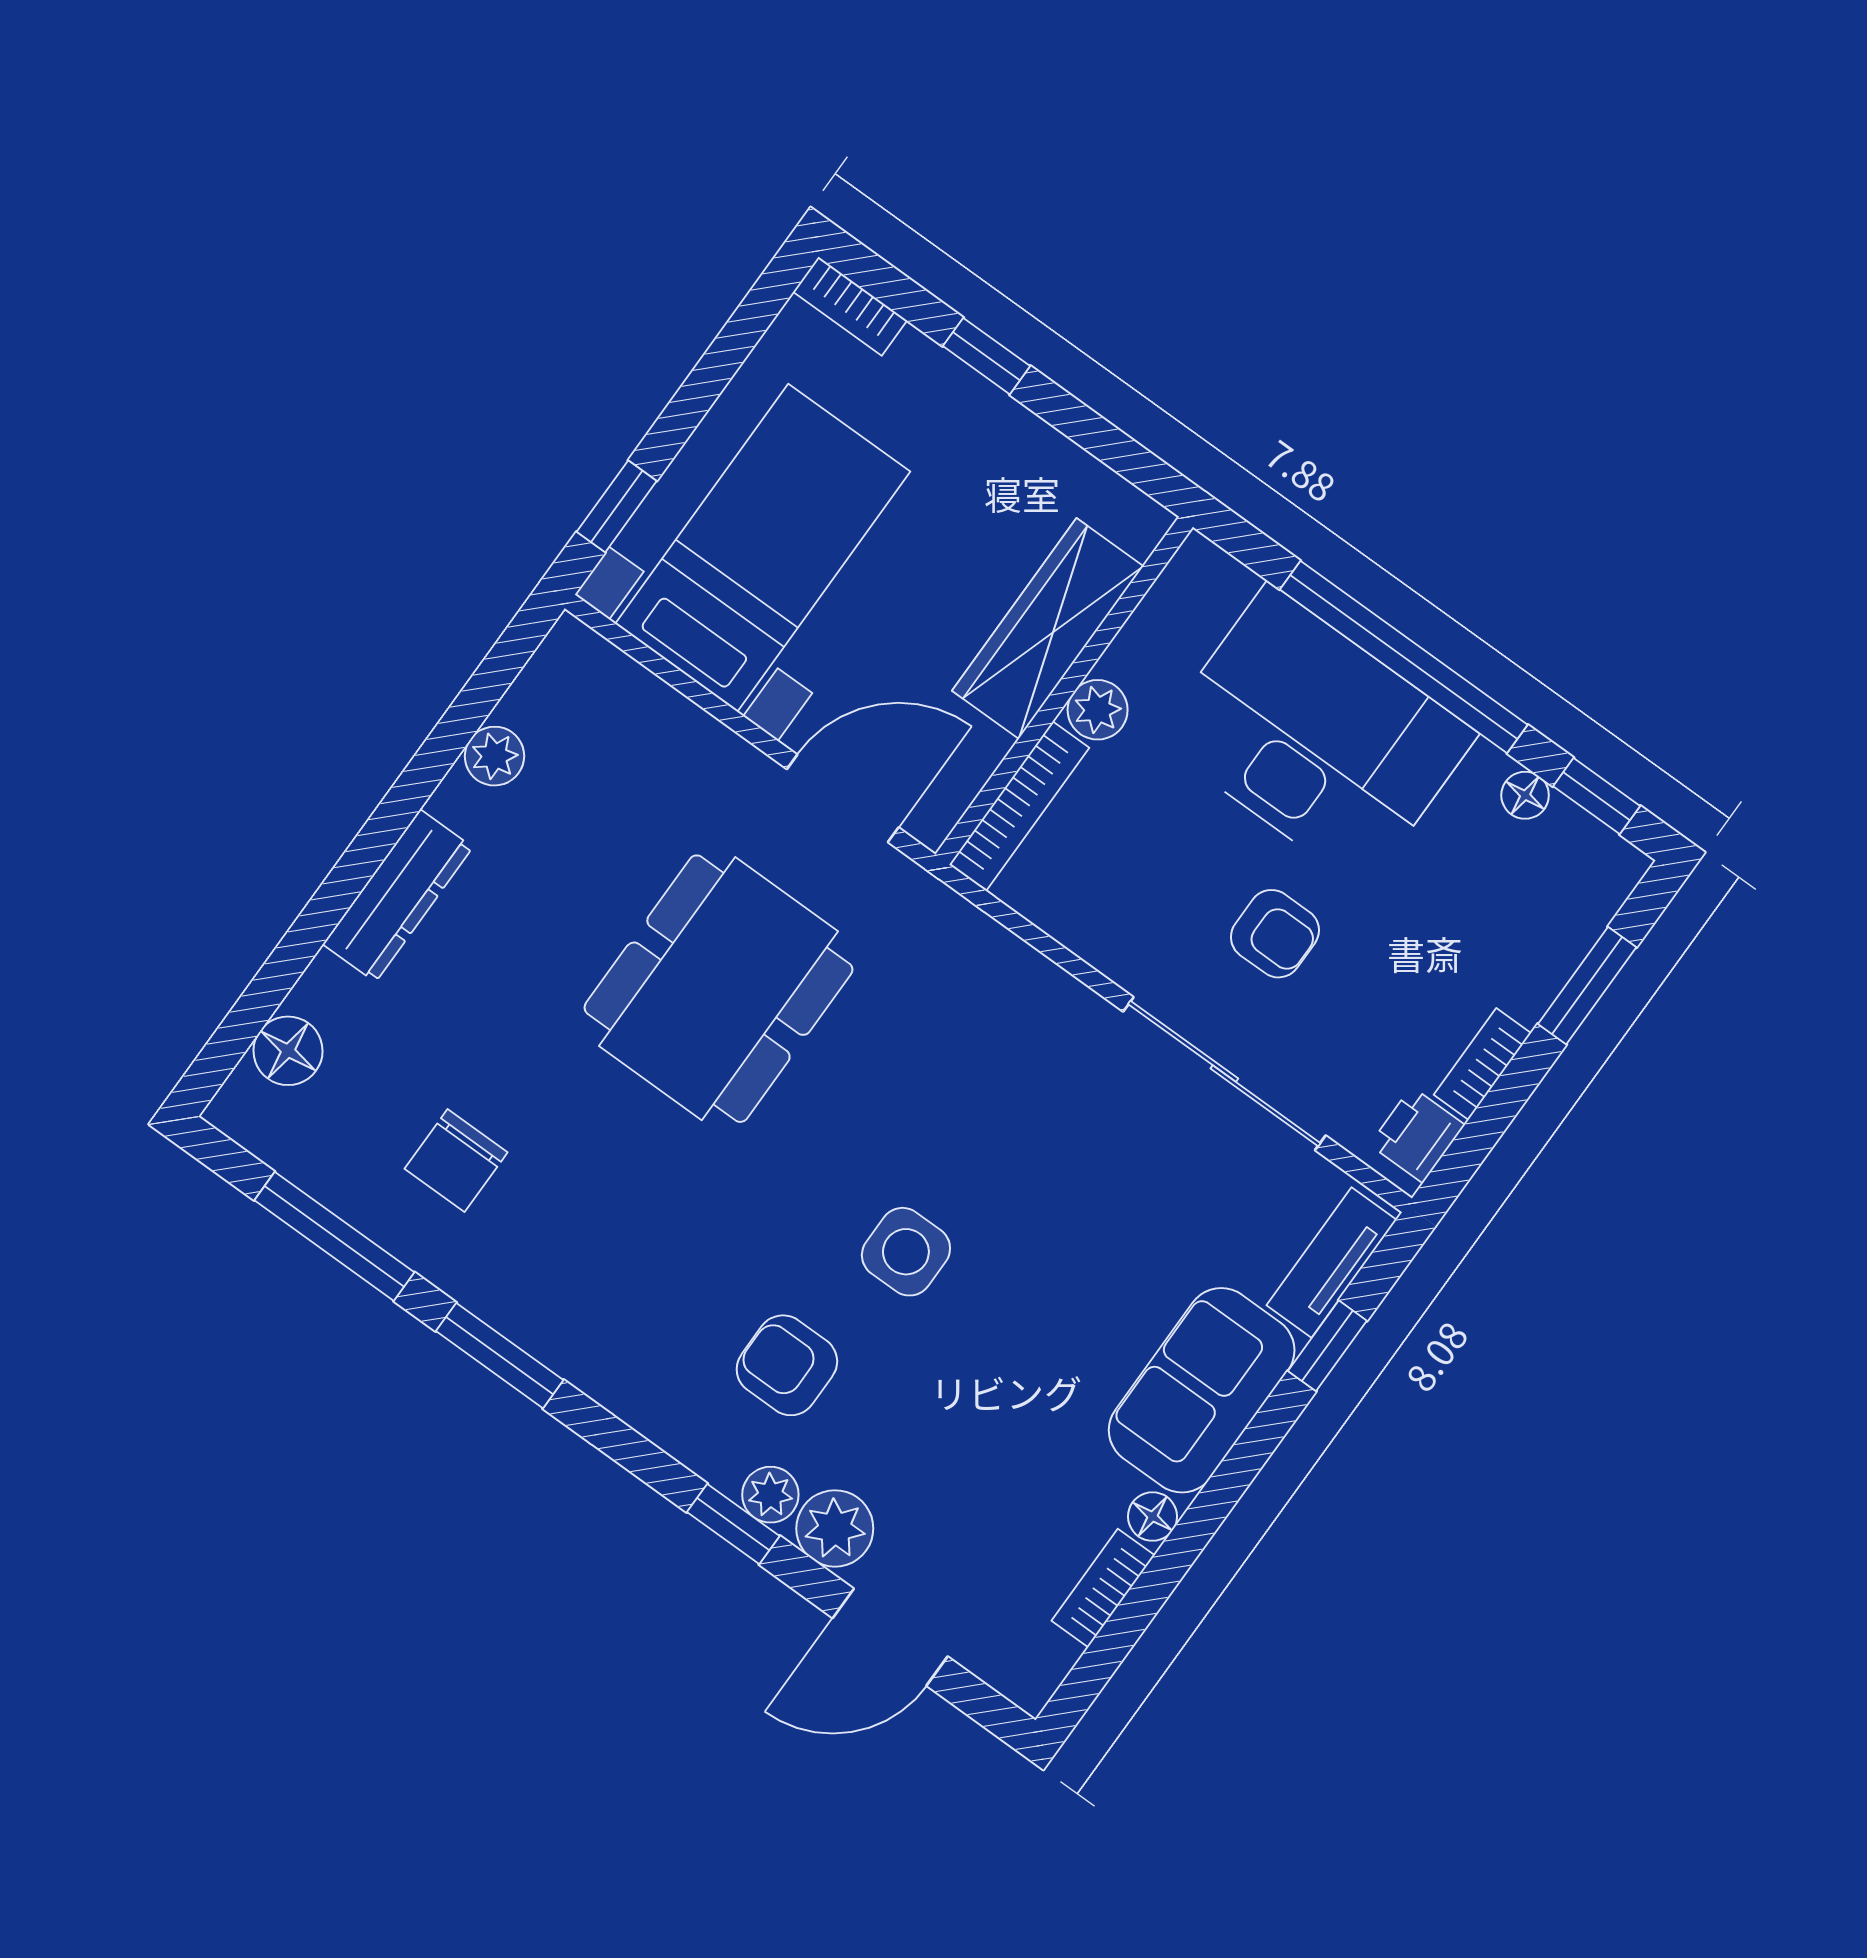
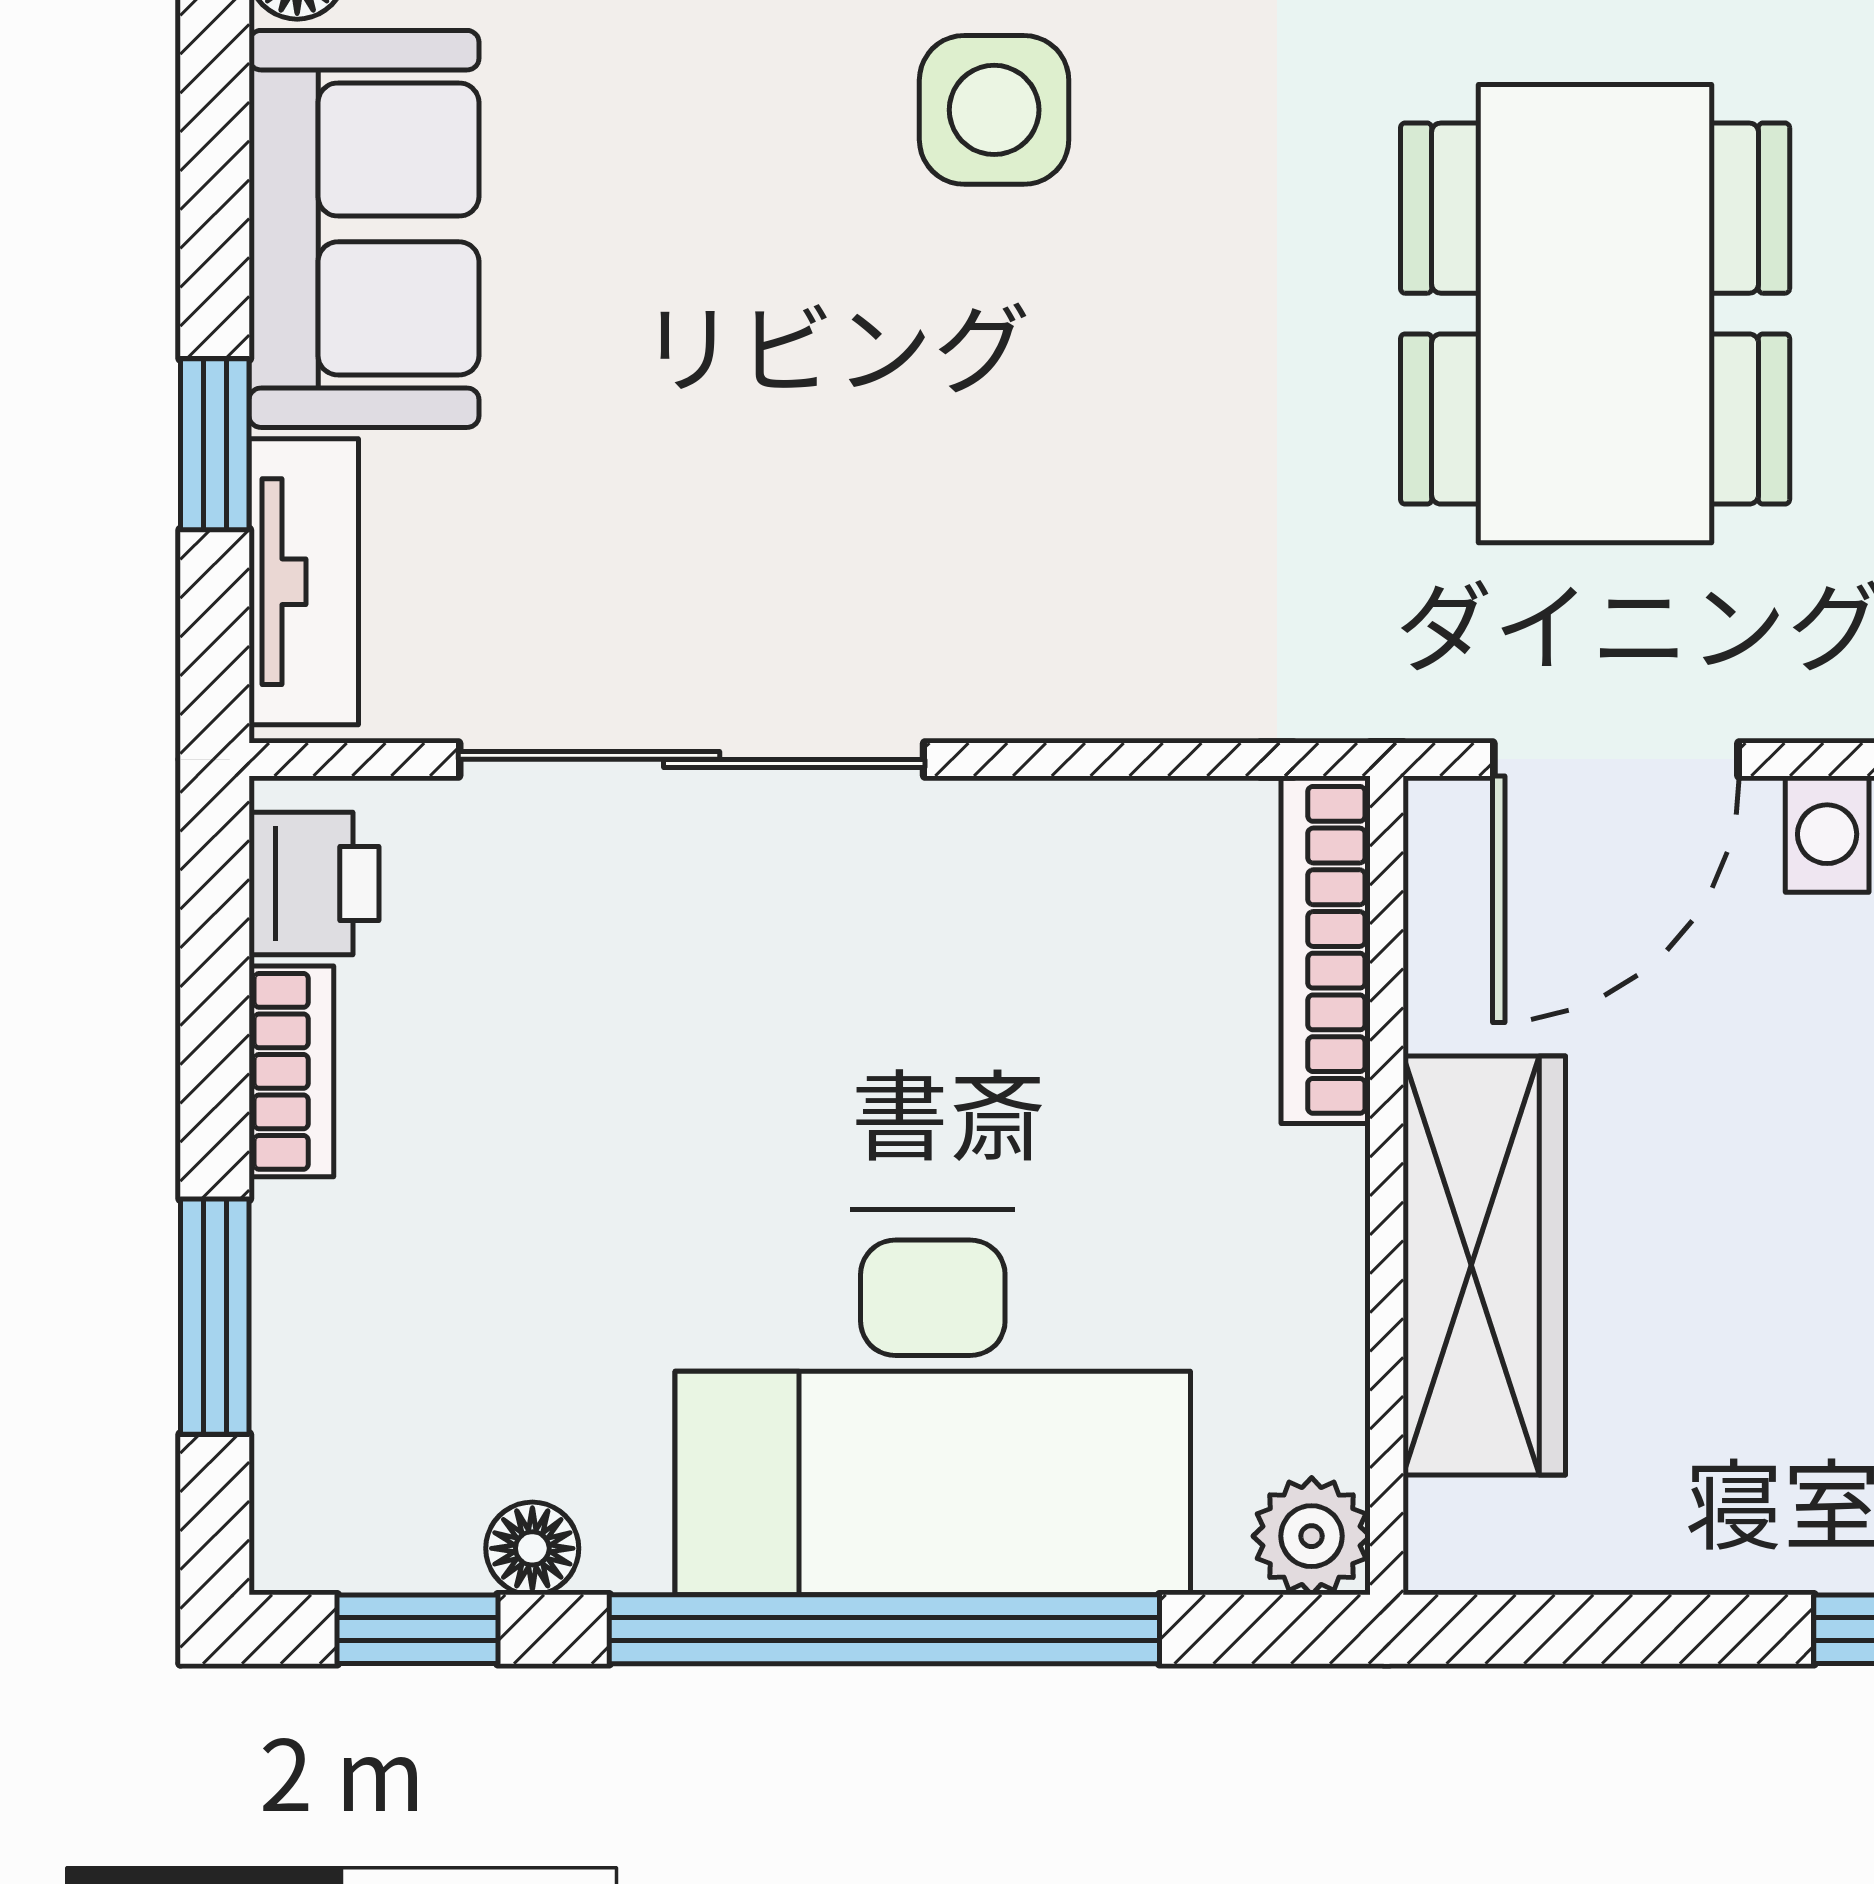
plant: (1098, 710) -> (1312, 1536), moved
armchair: (1275, 934) -> (772, 1040), removed

